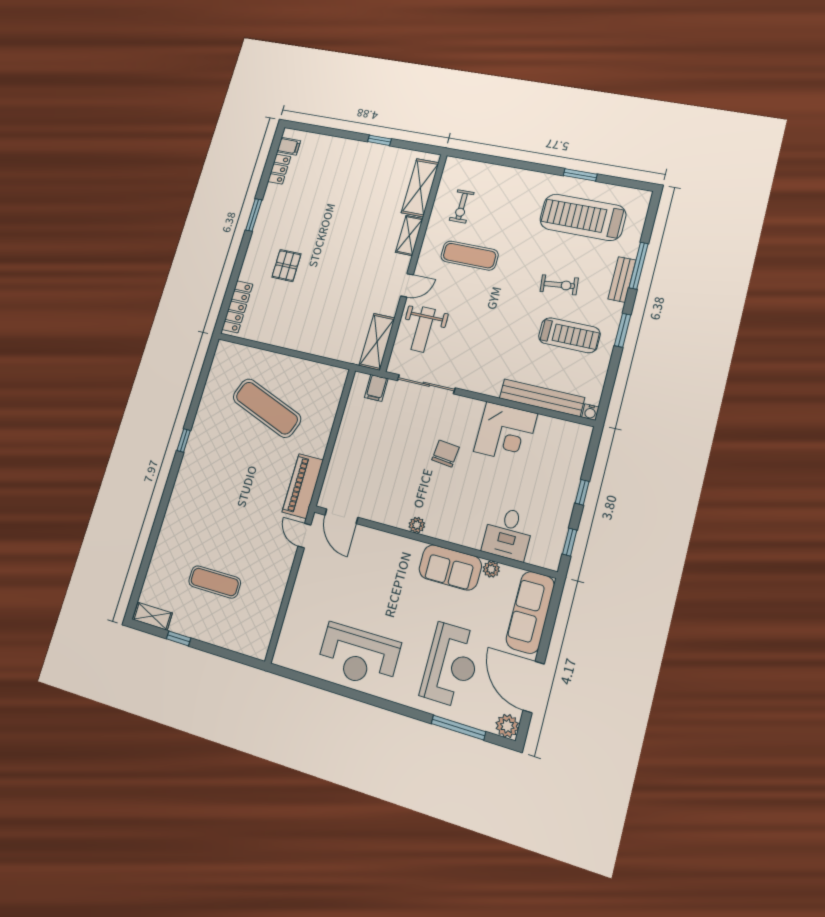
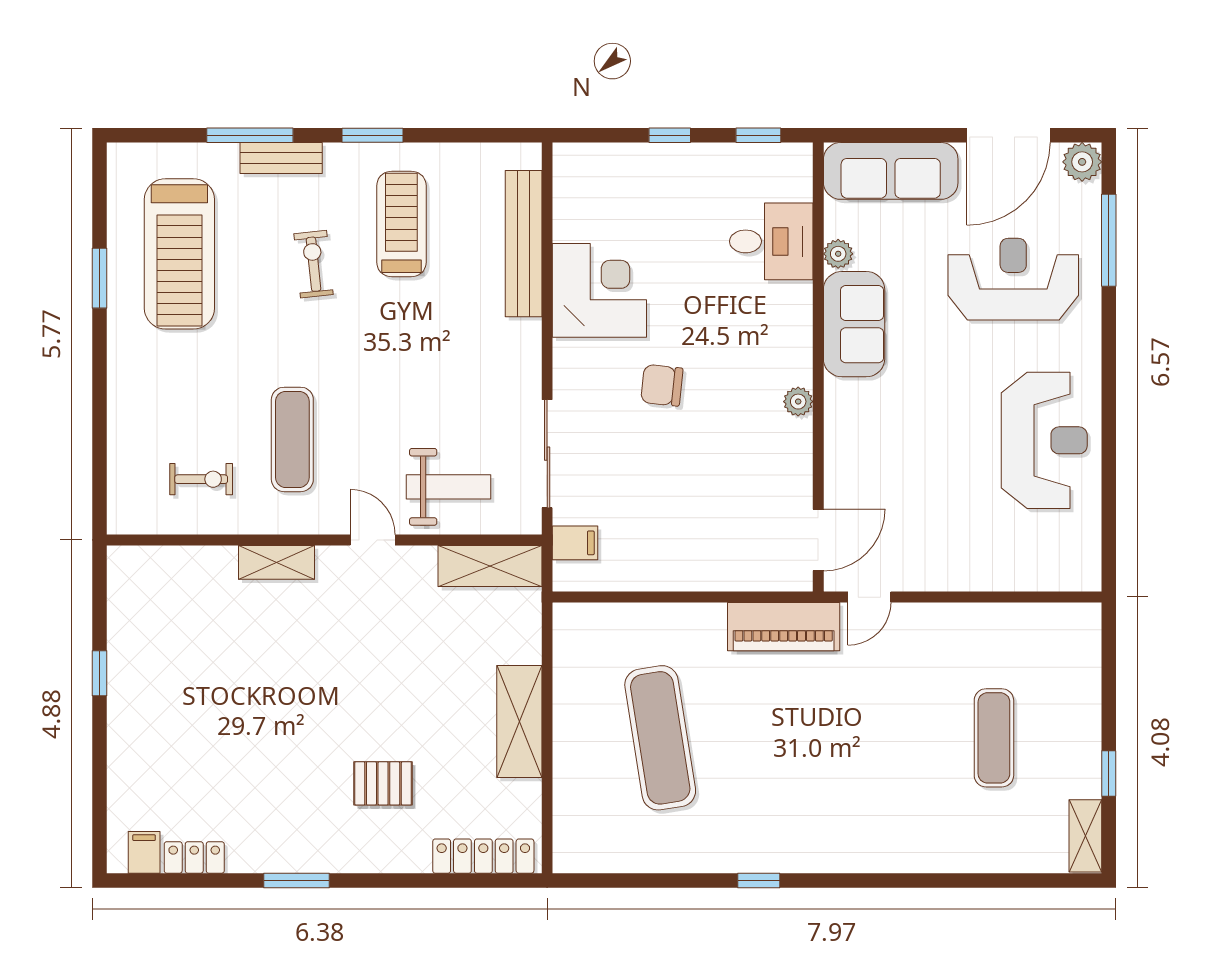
shelving: (420, 188) -> (519, 722), moved, turned 90
exercise mat: (267, 408) -> (660, 738), turned -30
water cooler: (590, 412) -> (529, 155), removed

